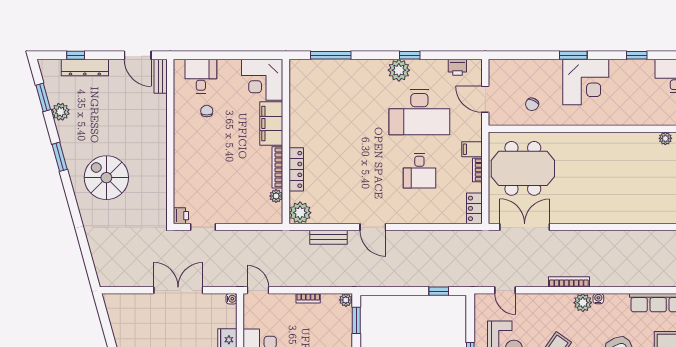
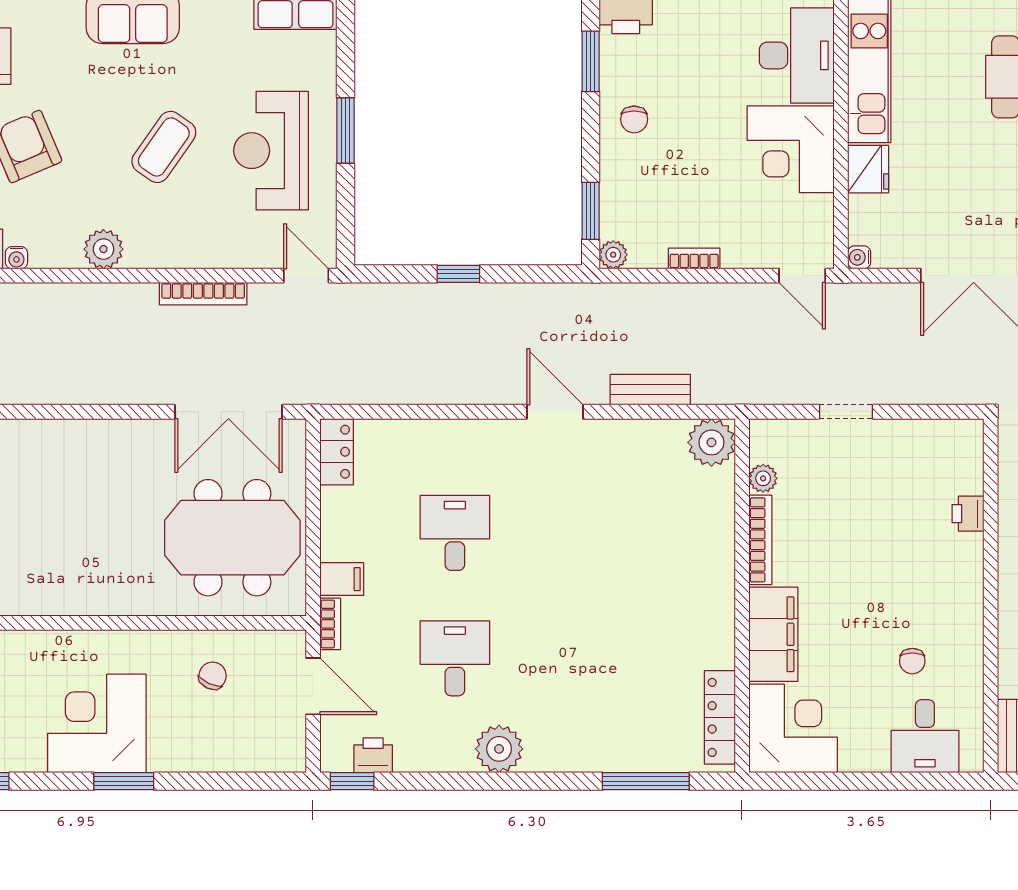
window: (410, 55) -> (352, 781), moved
desk: (419, 112) -> (455, 658), width x0.53, depth x0.77
locker: (296, 169) -> (720, 717), moved
bookcase: (477, 170) -> (330, 624), moved
printer: (181, 216) -> (968, 514), moved
doorway: (203, 227) -> (846, 412), moved
bookcase: (569, 282) -> (203, 294), moved
door: (505, 290) -> (306, 276), moved
window: (439, 291) -> (458, 274), moved
water cooler: (598, 299) -> (16, 258), moved

